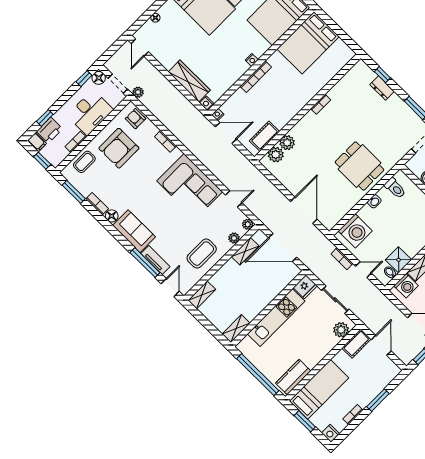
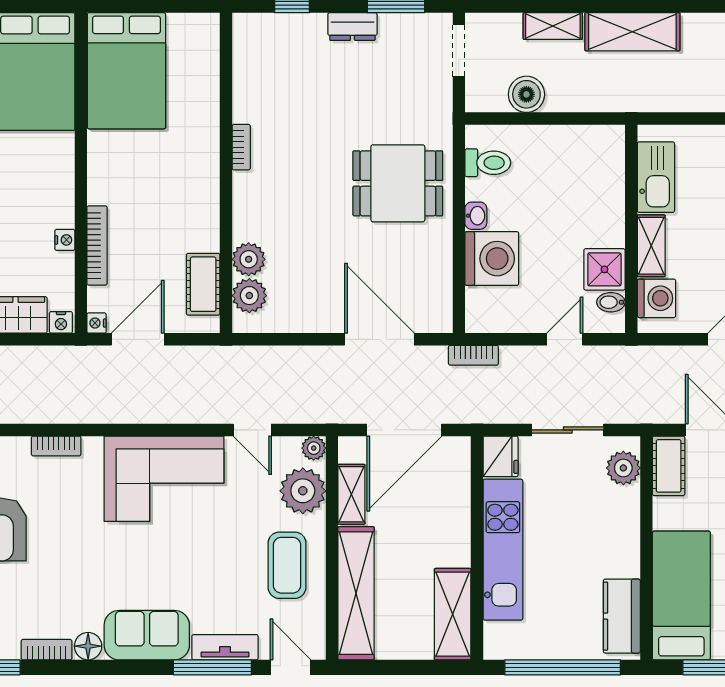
nightstand: (252, 60) -> (65, 240), moved
bookcase: (256, 77) -> (97, 245), moved
dresser: (382, 88) -> (352, 27), moved
door: (234, 199) -> (252, 430), swing flipped
washing machine: (355, 231) -> (492, 259), moved
plant: (234, 238) -> (303, 491), width x1.87, depth x1.87
bookcase: (342, 259) -> (473, 355), moved
shelving: (202, 295) -> (356, 593), width x2.20, depth x1.33
shelving: (236, 329) -> (453, 614), width x1.50, depth x1.33

